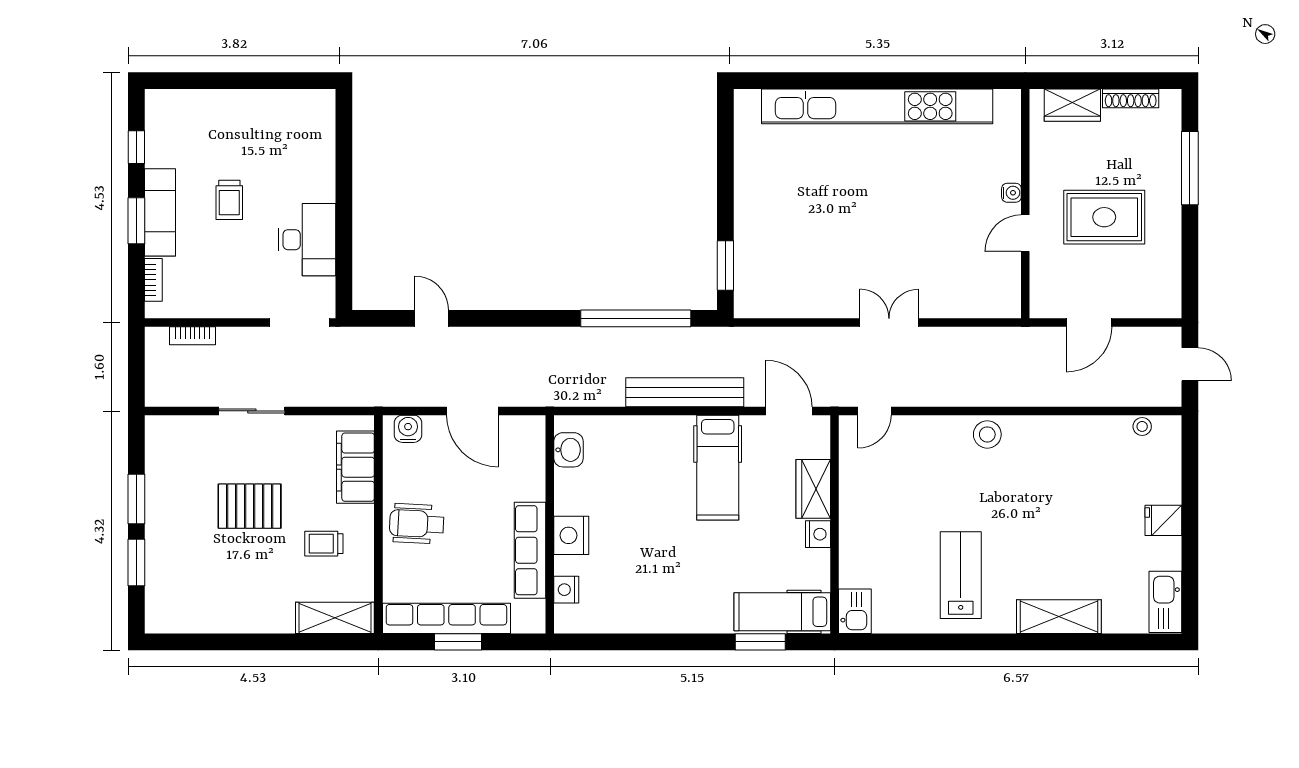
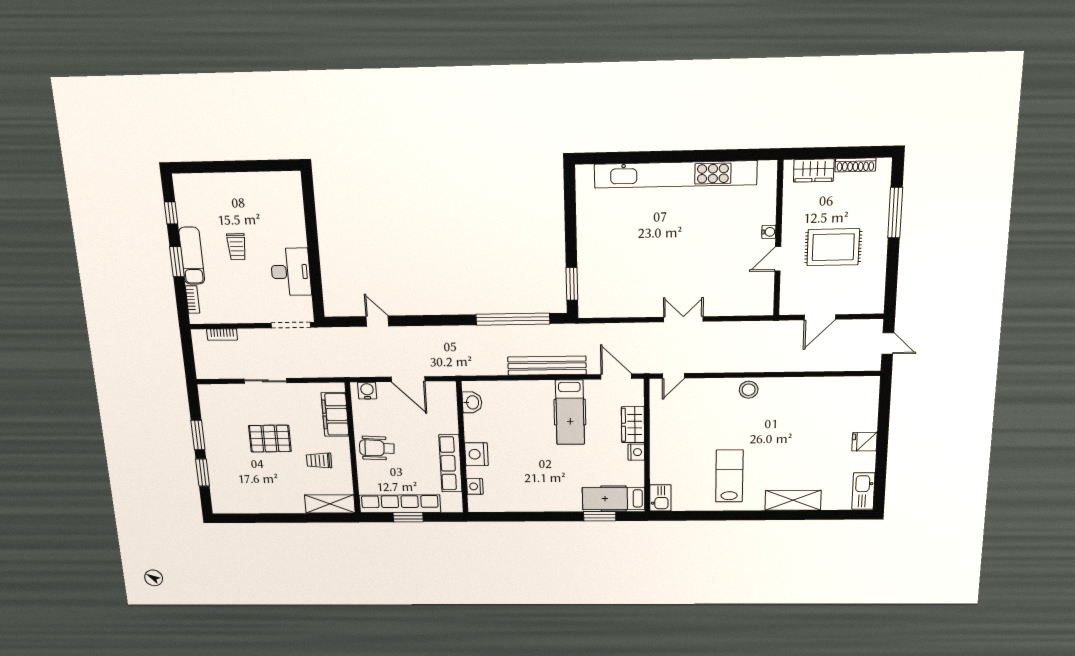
stool: (1142, 426) -> (853, 383), removed

